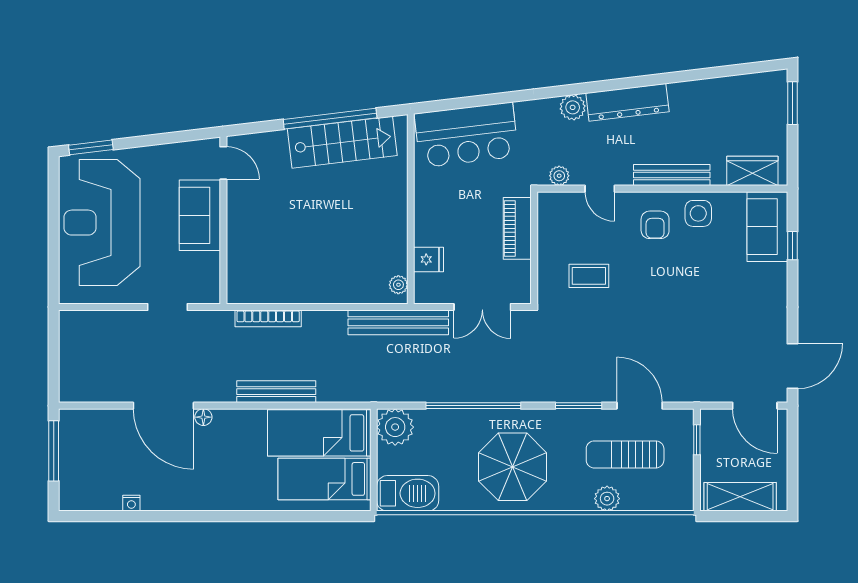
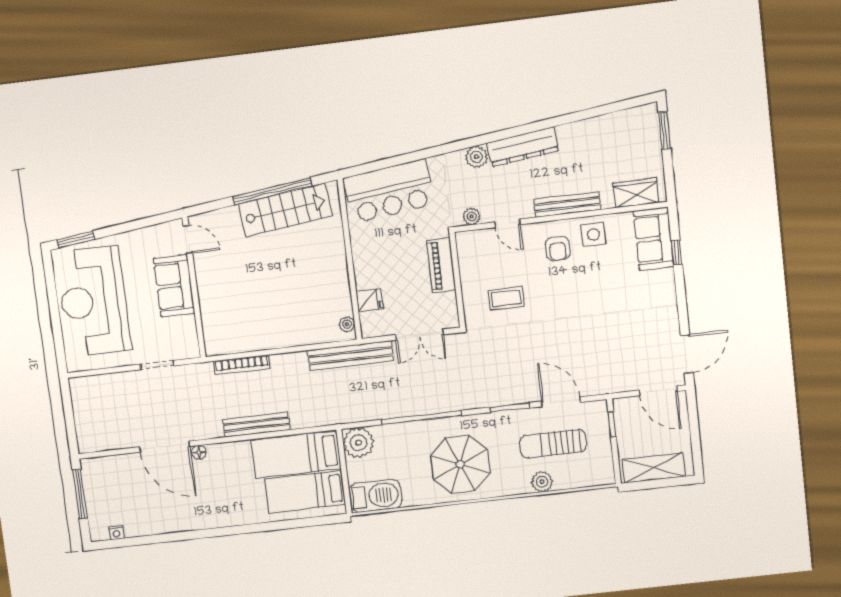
nightstand: (131, 503) -> (116, 533), moved

